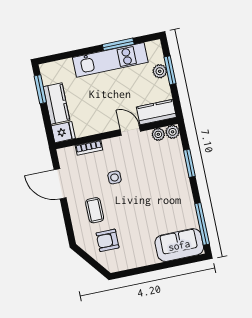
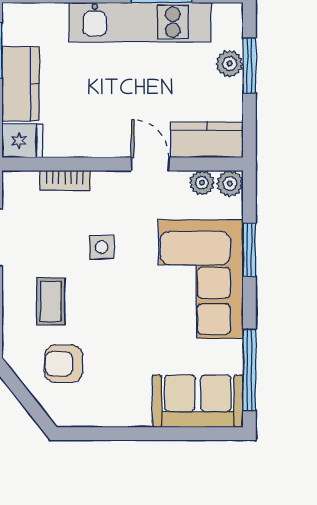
corner sofa: (168, 183) -> (201, 279), added

